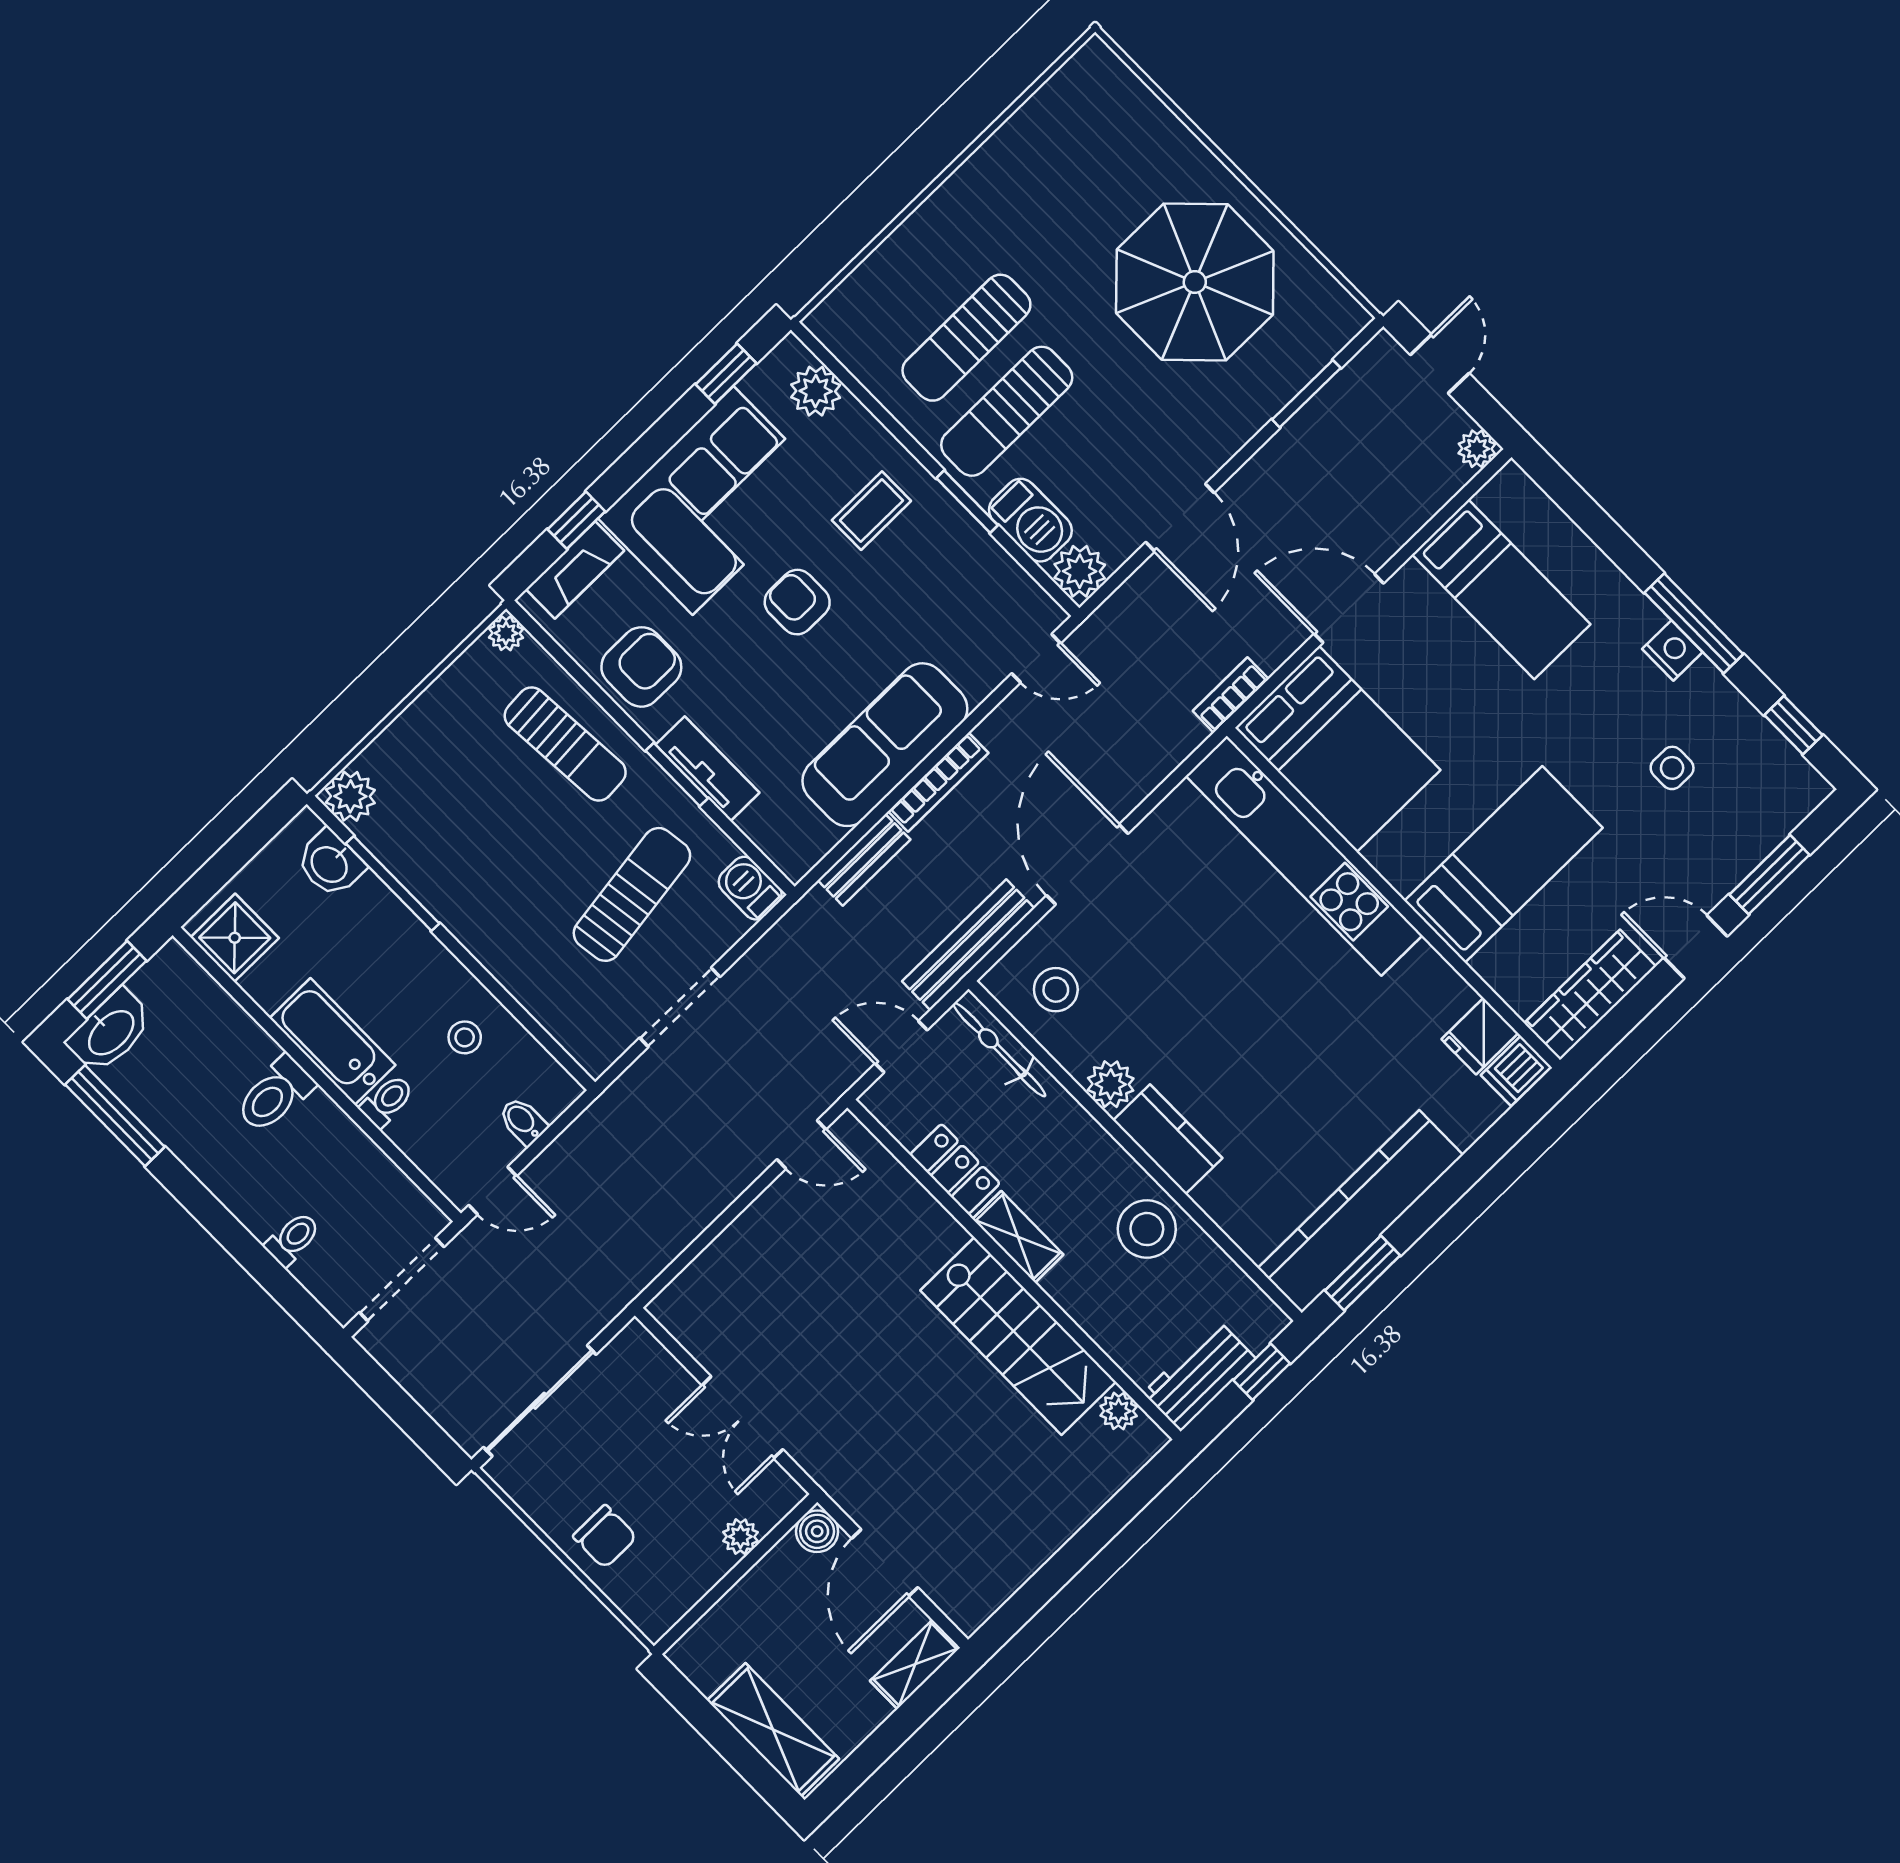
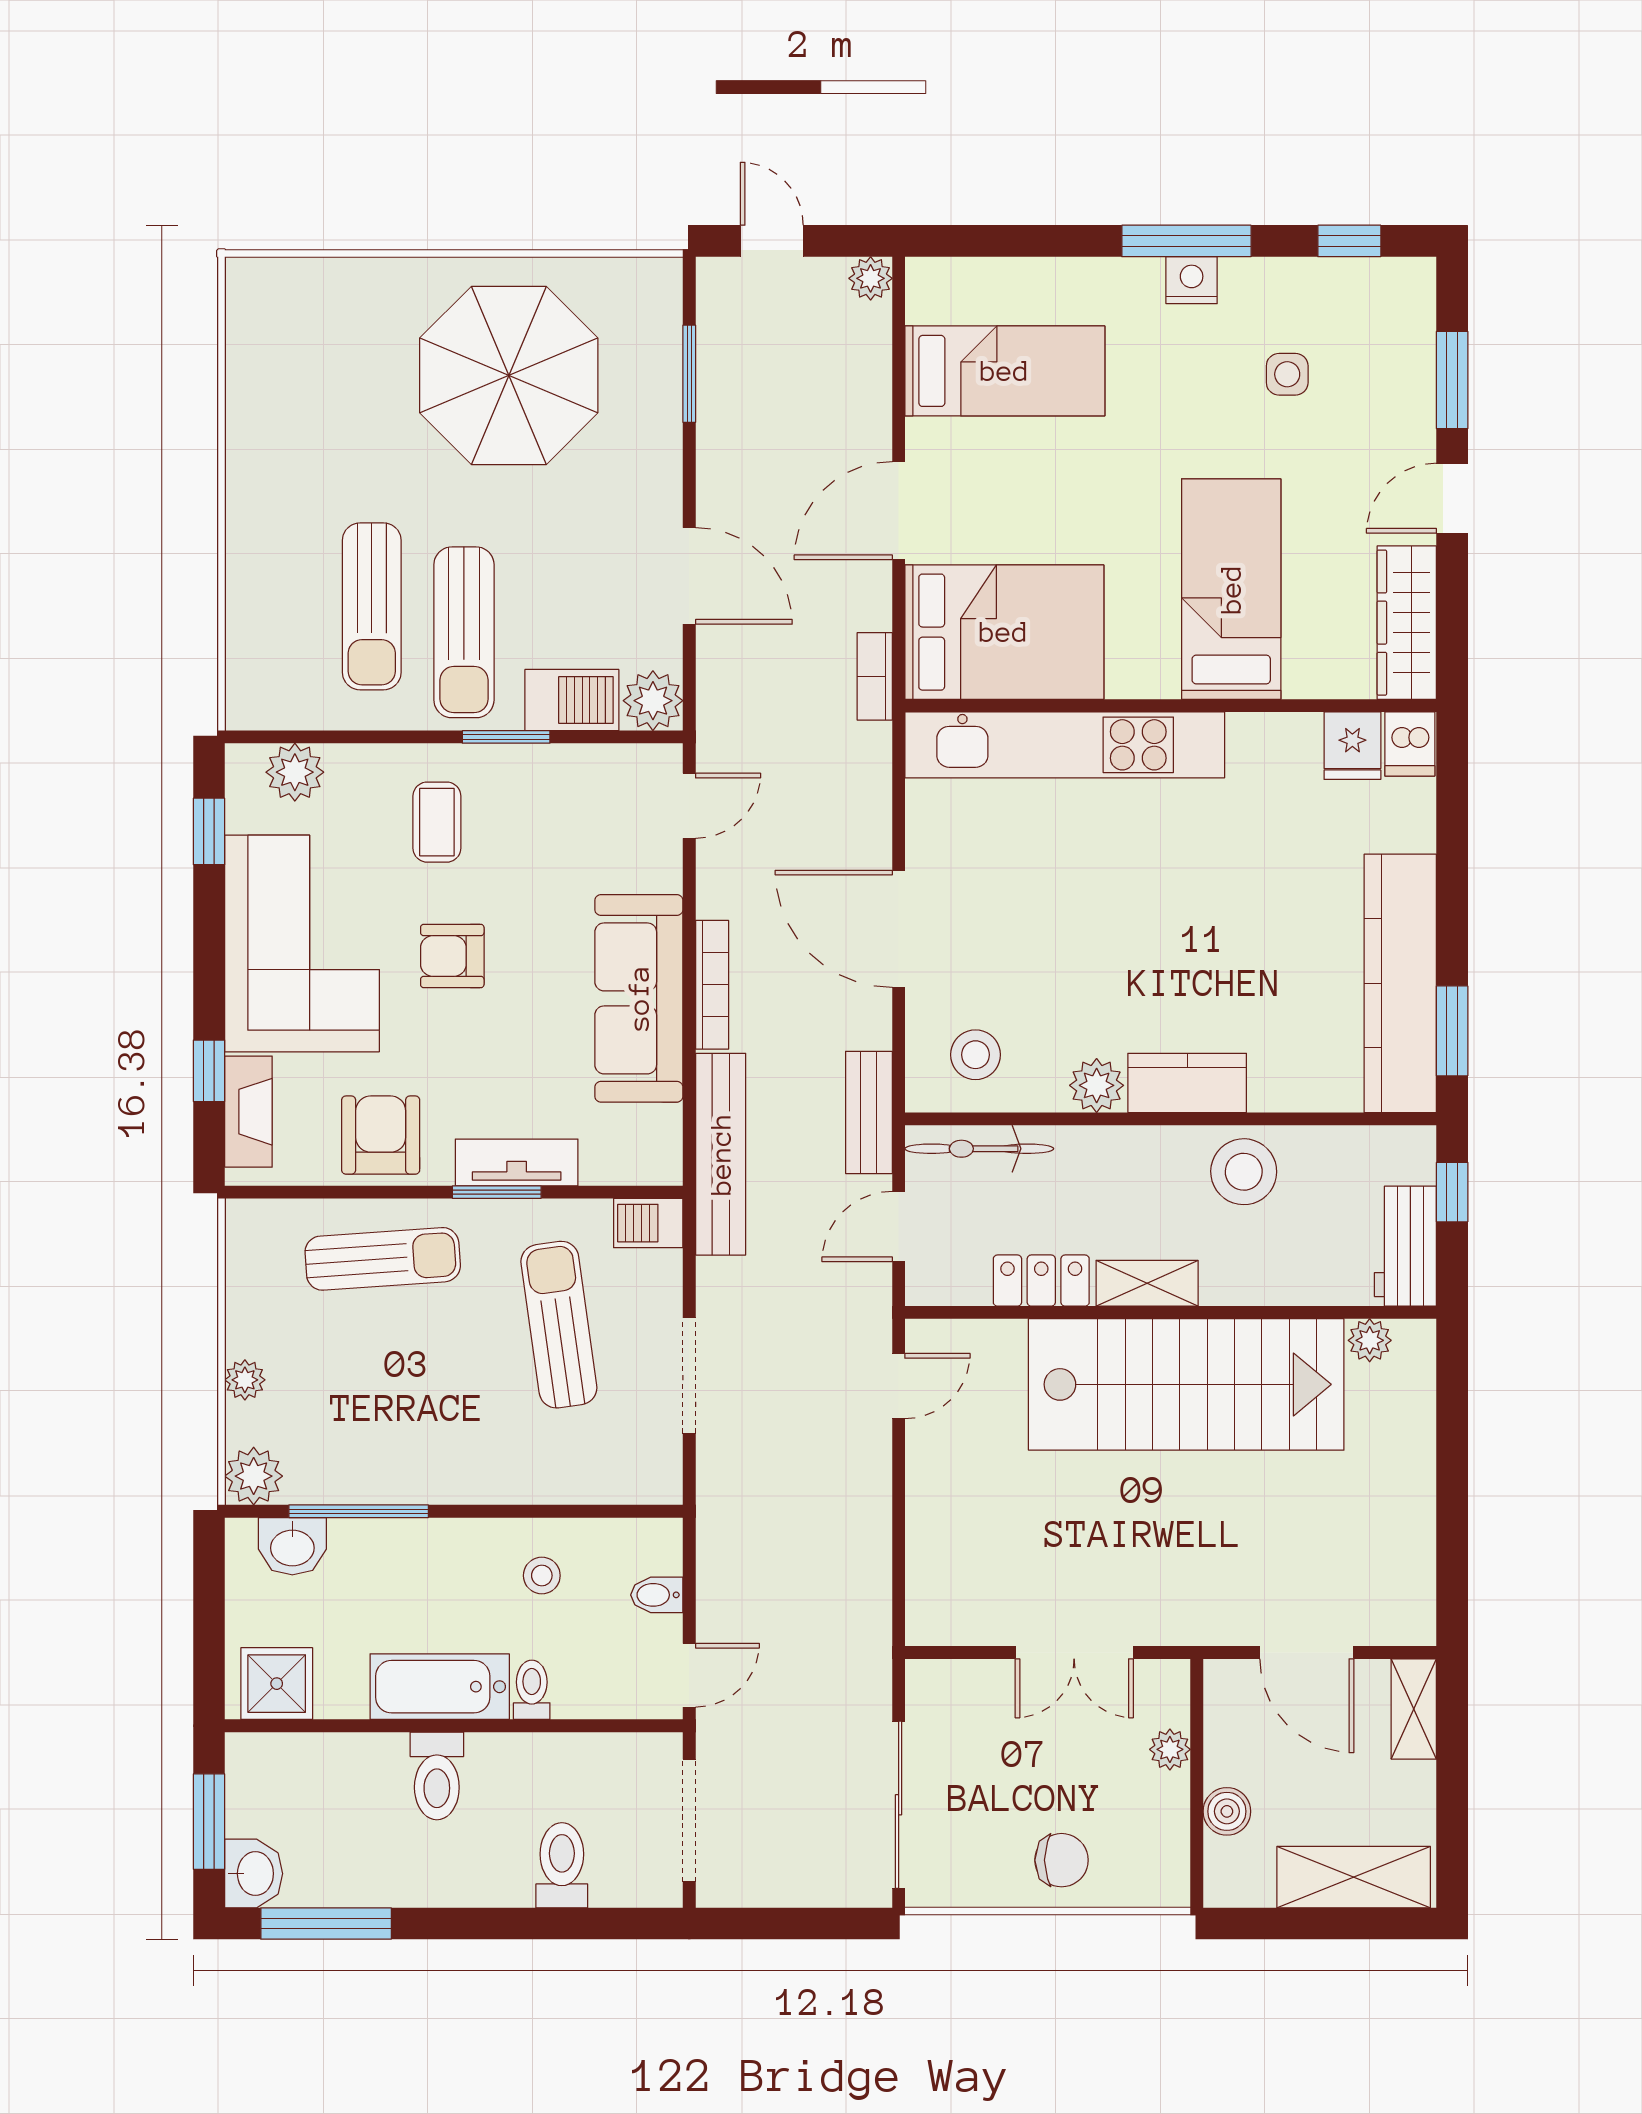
plant: (506, 633) -> (245, 1380), moved
bench: (864, 860) -> (721, 1154), width x1.86, depth x1.21
bench: (968, 945) -> (869, 1112), width x0.73
washbasin: (110, 1032) -> (254, 1874), width x0.72
toilet: (293, 1239) -> (562, 1865), width x1.37, depth x1.39
stairs: (1018, 1336) -> (1186, 1384), width x1.36, depth x1.51
boiler: (817, 1531) -> (1227, 1811), moved

